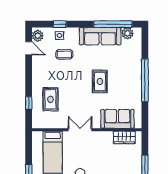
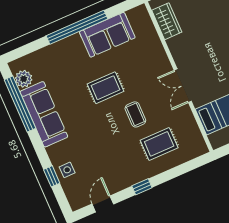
plant: (38, 36) -> (80, 199), removed
coffee table: (64, 54) -> (135, 114), moved
window: (29, 103) -> (142, 187), moved
sofa: (117, 119) -> (107, 35), moved, turned -90

